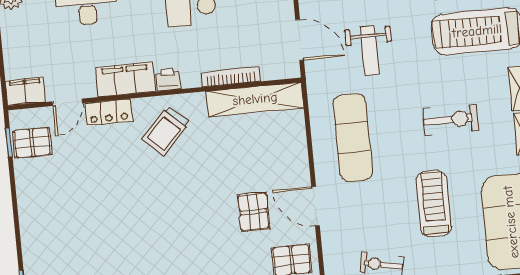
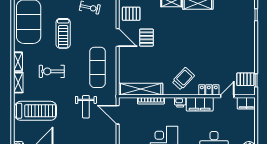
weight bench: (370, 50) -> (86, 107), turned 180

